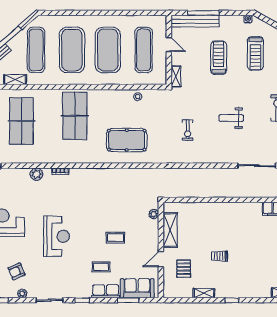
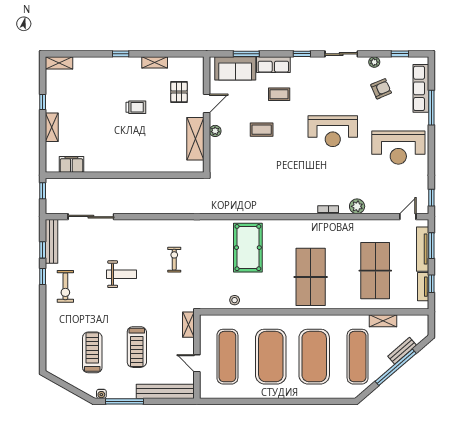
window: (203, 13) -> (125, 401), moved
pool table: (127, 140) -> (248, 248), turned 90
plant: (154, 214) -> (215, 131), moved
reception desk: (57, 236) -> (333, 131), turned -90

